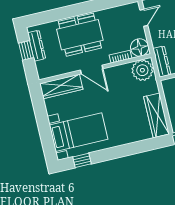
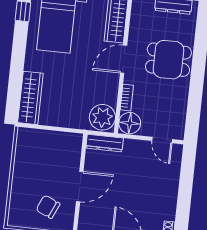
dining table: (80, 35) -> (168, 60), width x0.73
wardrobe: (157, 115) -> (30, 98), moved, turned 90

